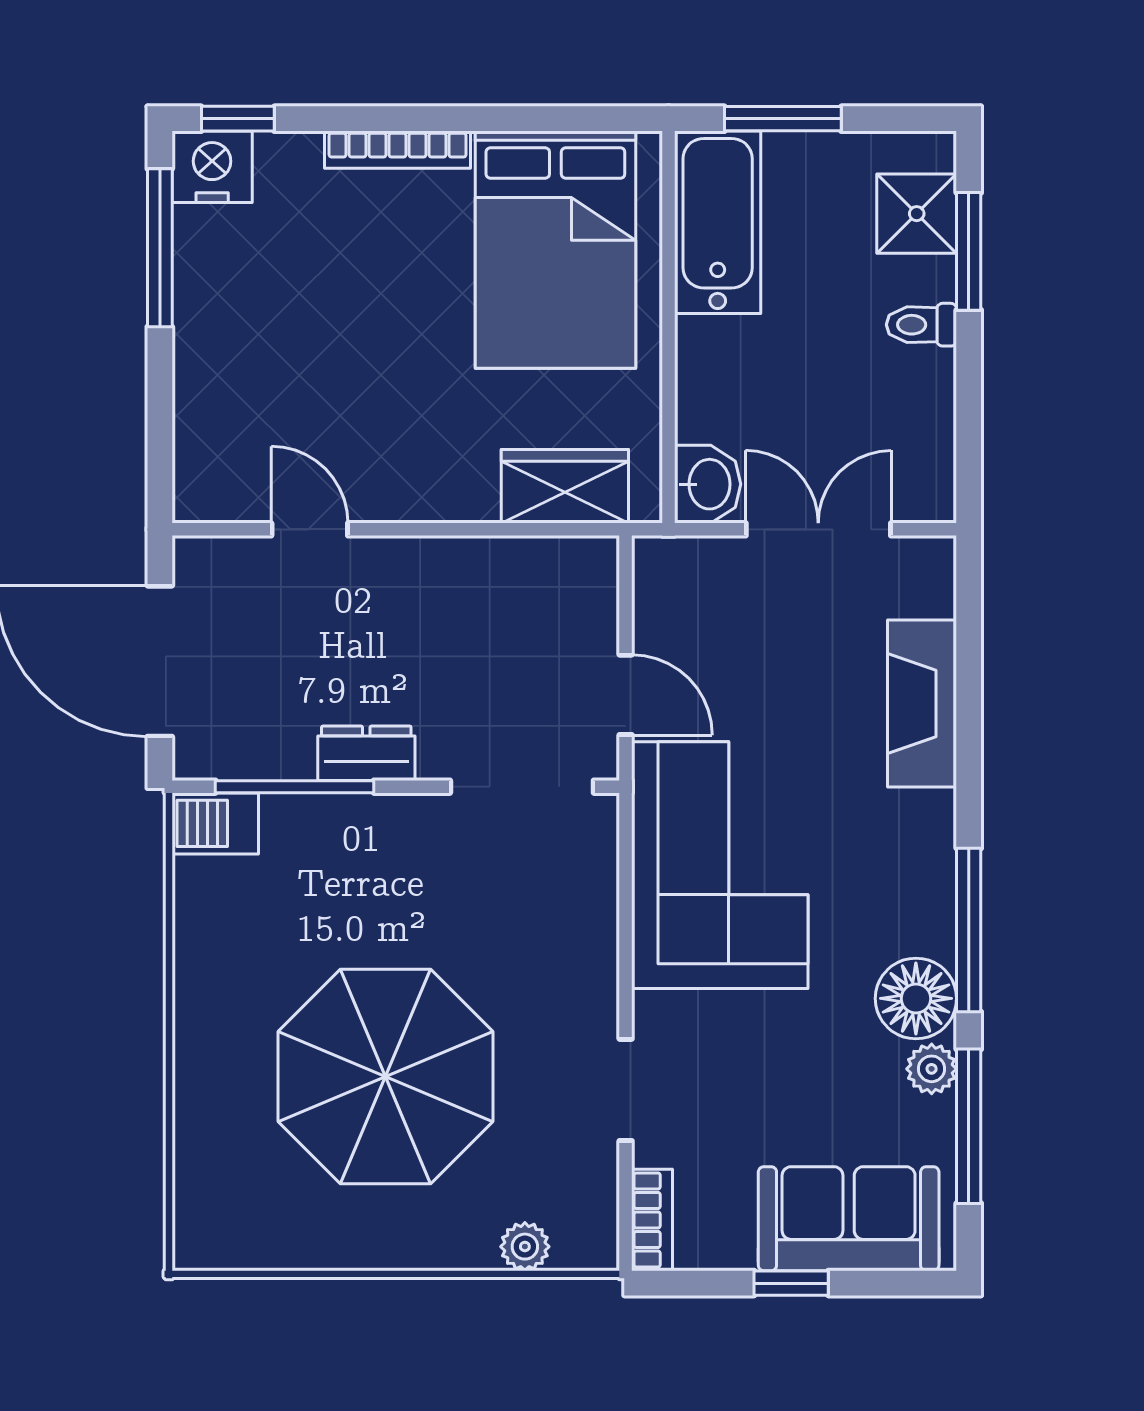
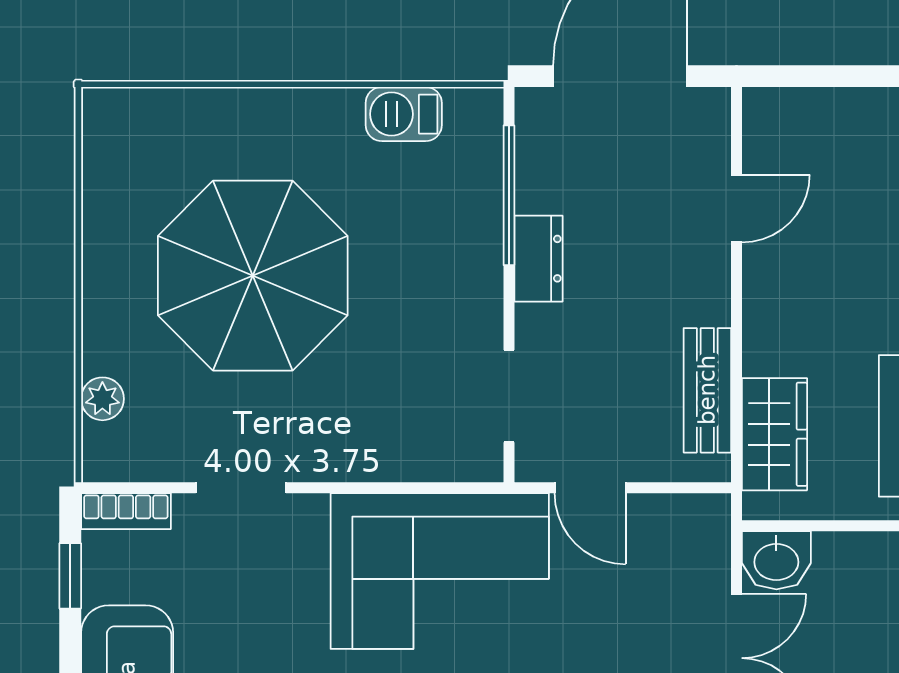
bench: (515, 562) -> (707, 390), added
door: (626, 695) -> (590, 488), hinge flipped
doorway: (522, 787) -> (509, 396), width x0.73
barbecue: (215, 823) -> (404, 114), moved, turned -90
window: (791, 1283) -> (70, 576), moved

